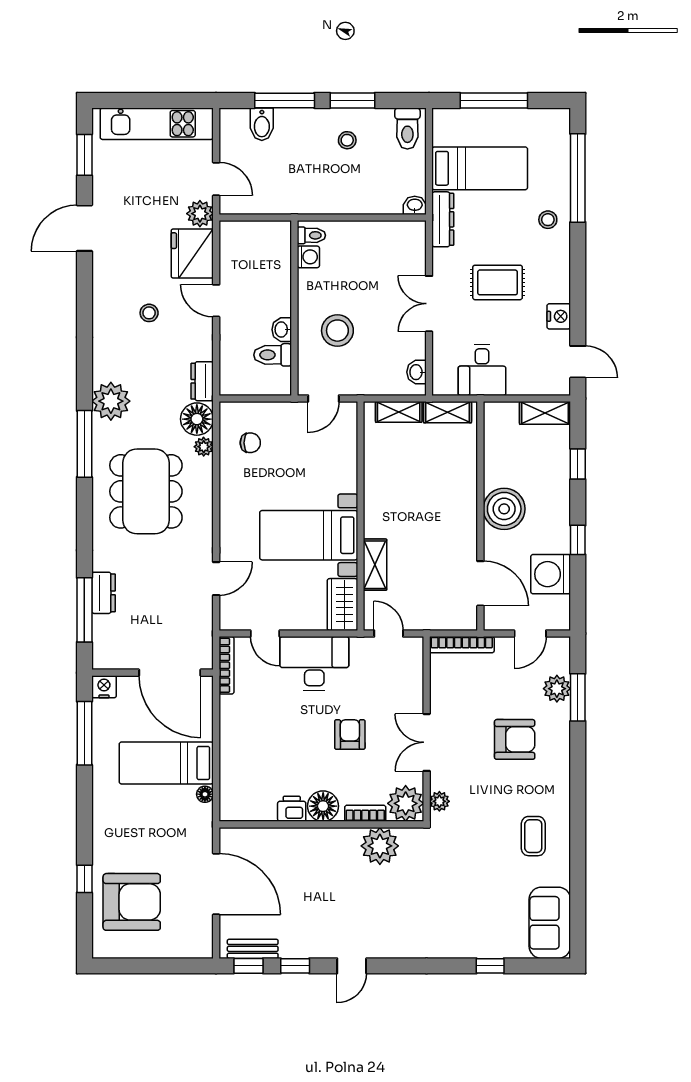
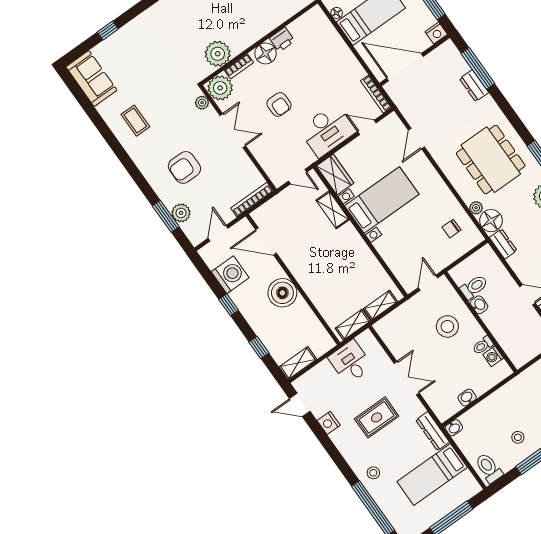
toilet: (311, 235) -> (483, 345), moved
washbasin: (417, 372) -> (467, 398), moved, turned -90

